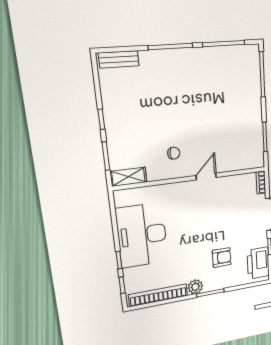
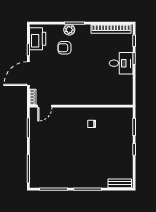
door: (206, 176) -> (45, 106), moved
shelving: (129, 177) -> (122, 112), removed
desk: (142, 235) -> (121, 63), width x0.53, depth x0.77
plant: (195, 287) -> (69, 30), moved

